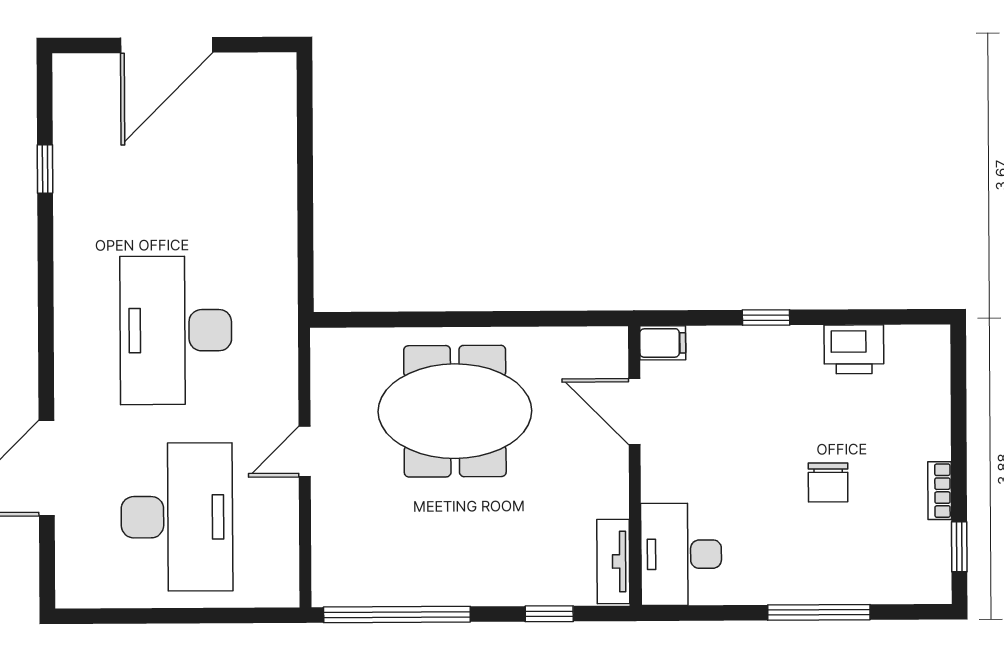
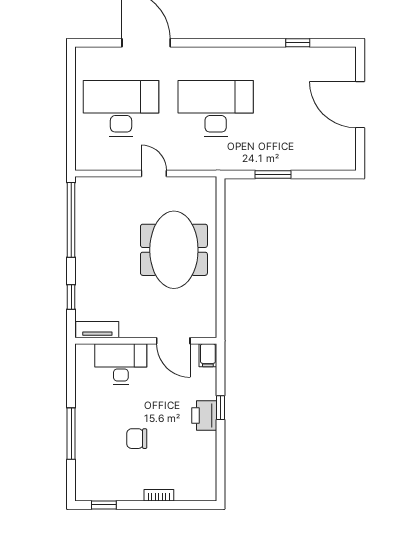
window: (305, 216) -> (273, 175), added
printer: (854, 349) -> (204, 416), moved
door: (634, 412) -> (173, 341), swing flipped
bookcase: (940, 491) -> (159, 495), moved
desk: (177, 517) -> (121, 109), turned 180
desk: (681, 554) -> (121, 364), moved

